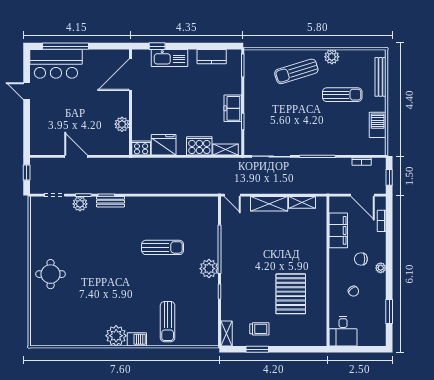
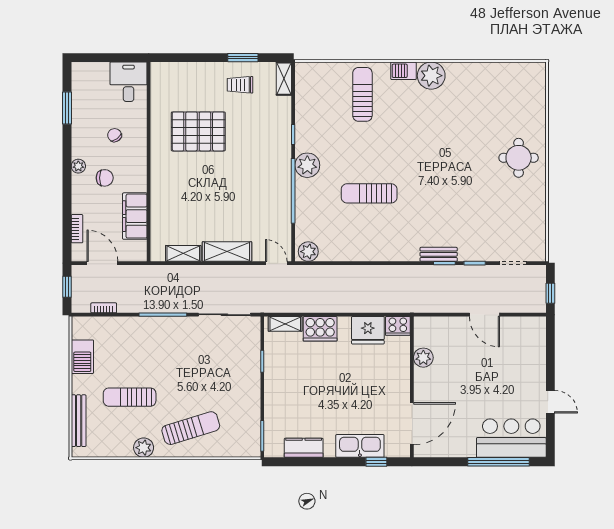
freezer: (233, 108) -> (276, 379), removed
plant: (80, 204) -> (308, 252), moved
pallet: (291, 294) -> (198, 131), turned 90

